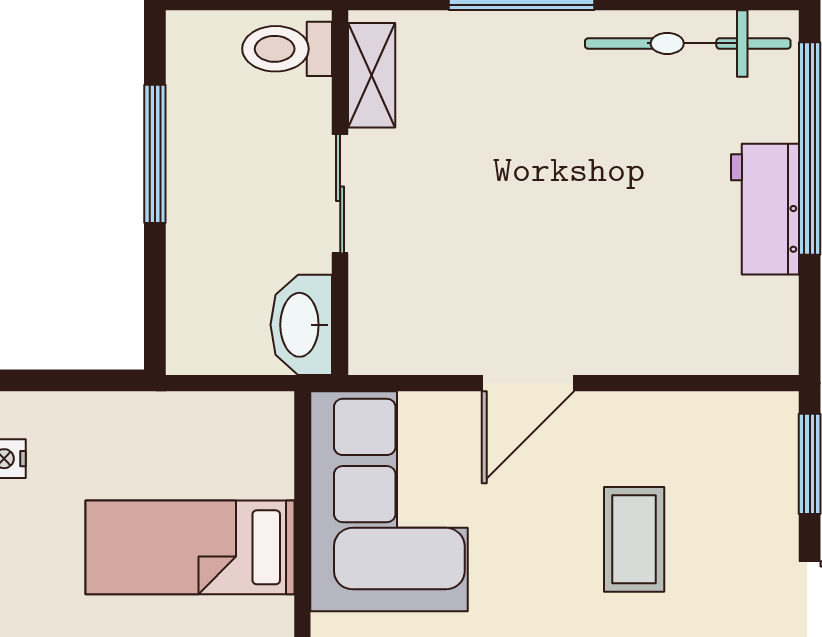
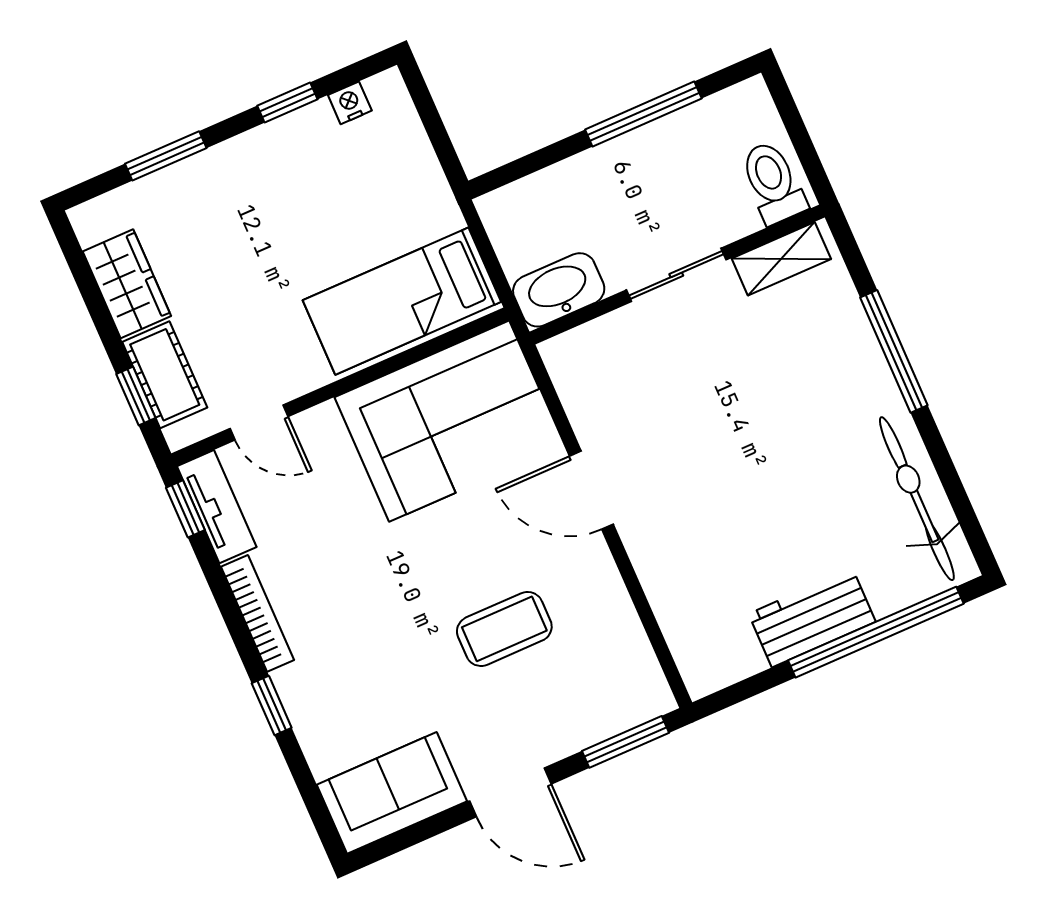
bed: (190, 547) -> (402, 301), moved, turned -90

